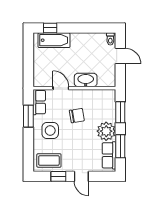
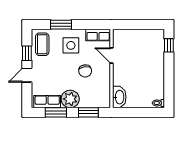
bathtub: (54, 40) -> (157, 49), removed
door: (120, 56) -> (142, 112), removed
washbasin: (86, 80) -> (119, 97), moved
door: (61, 88) -> (111, 56), swing flipped
window: (28, 116) -> (61, 25), moved

